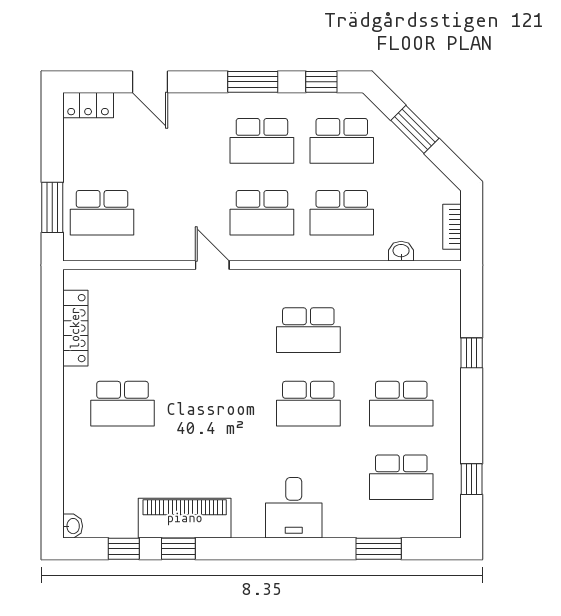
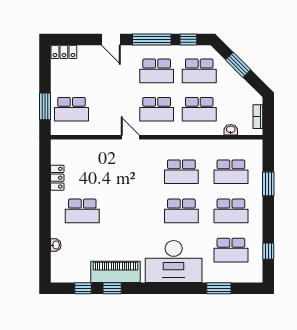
door: (150, 82) -> (111, 39), moved
window: (253, 82) -> (152, 39), width x1.44
locker: (75, 328) -> (57, 178), width x0.66
school desk: (401, 330) -> (231, 172), added
window: (472, 353) -> (268, 184), width x1.50
desk: (294, 508) -> (174, 262), width x1.87, depth x1.30
washbasin: (73, 526) -> (56, 245), moved

